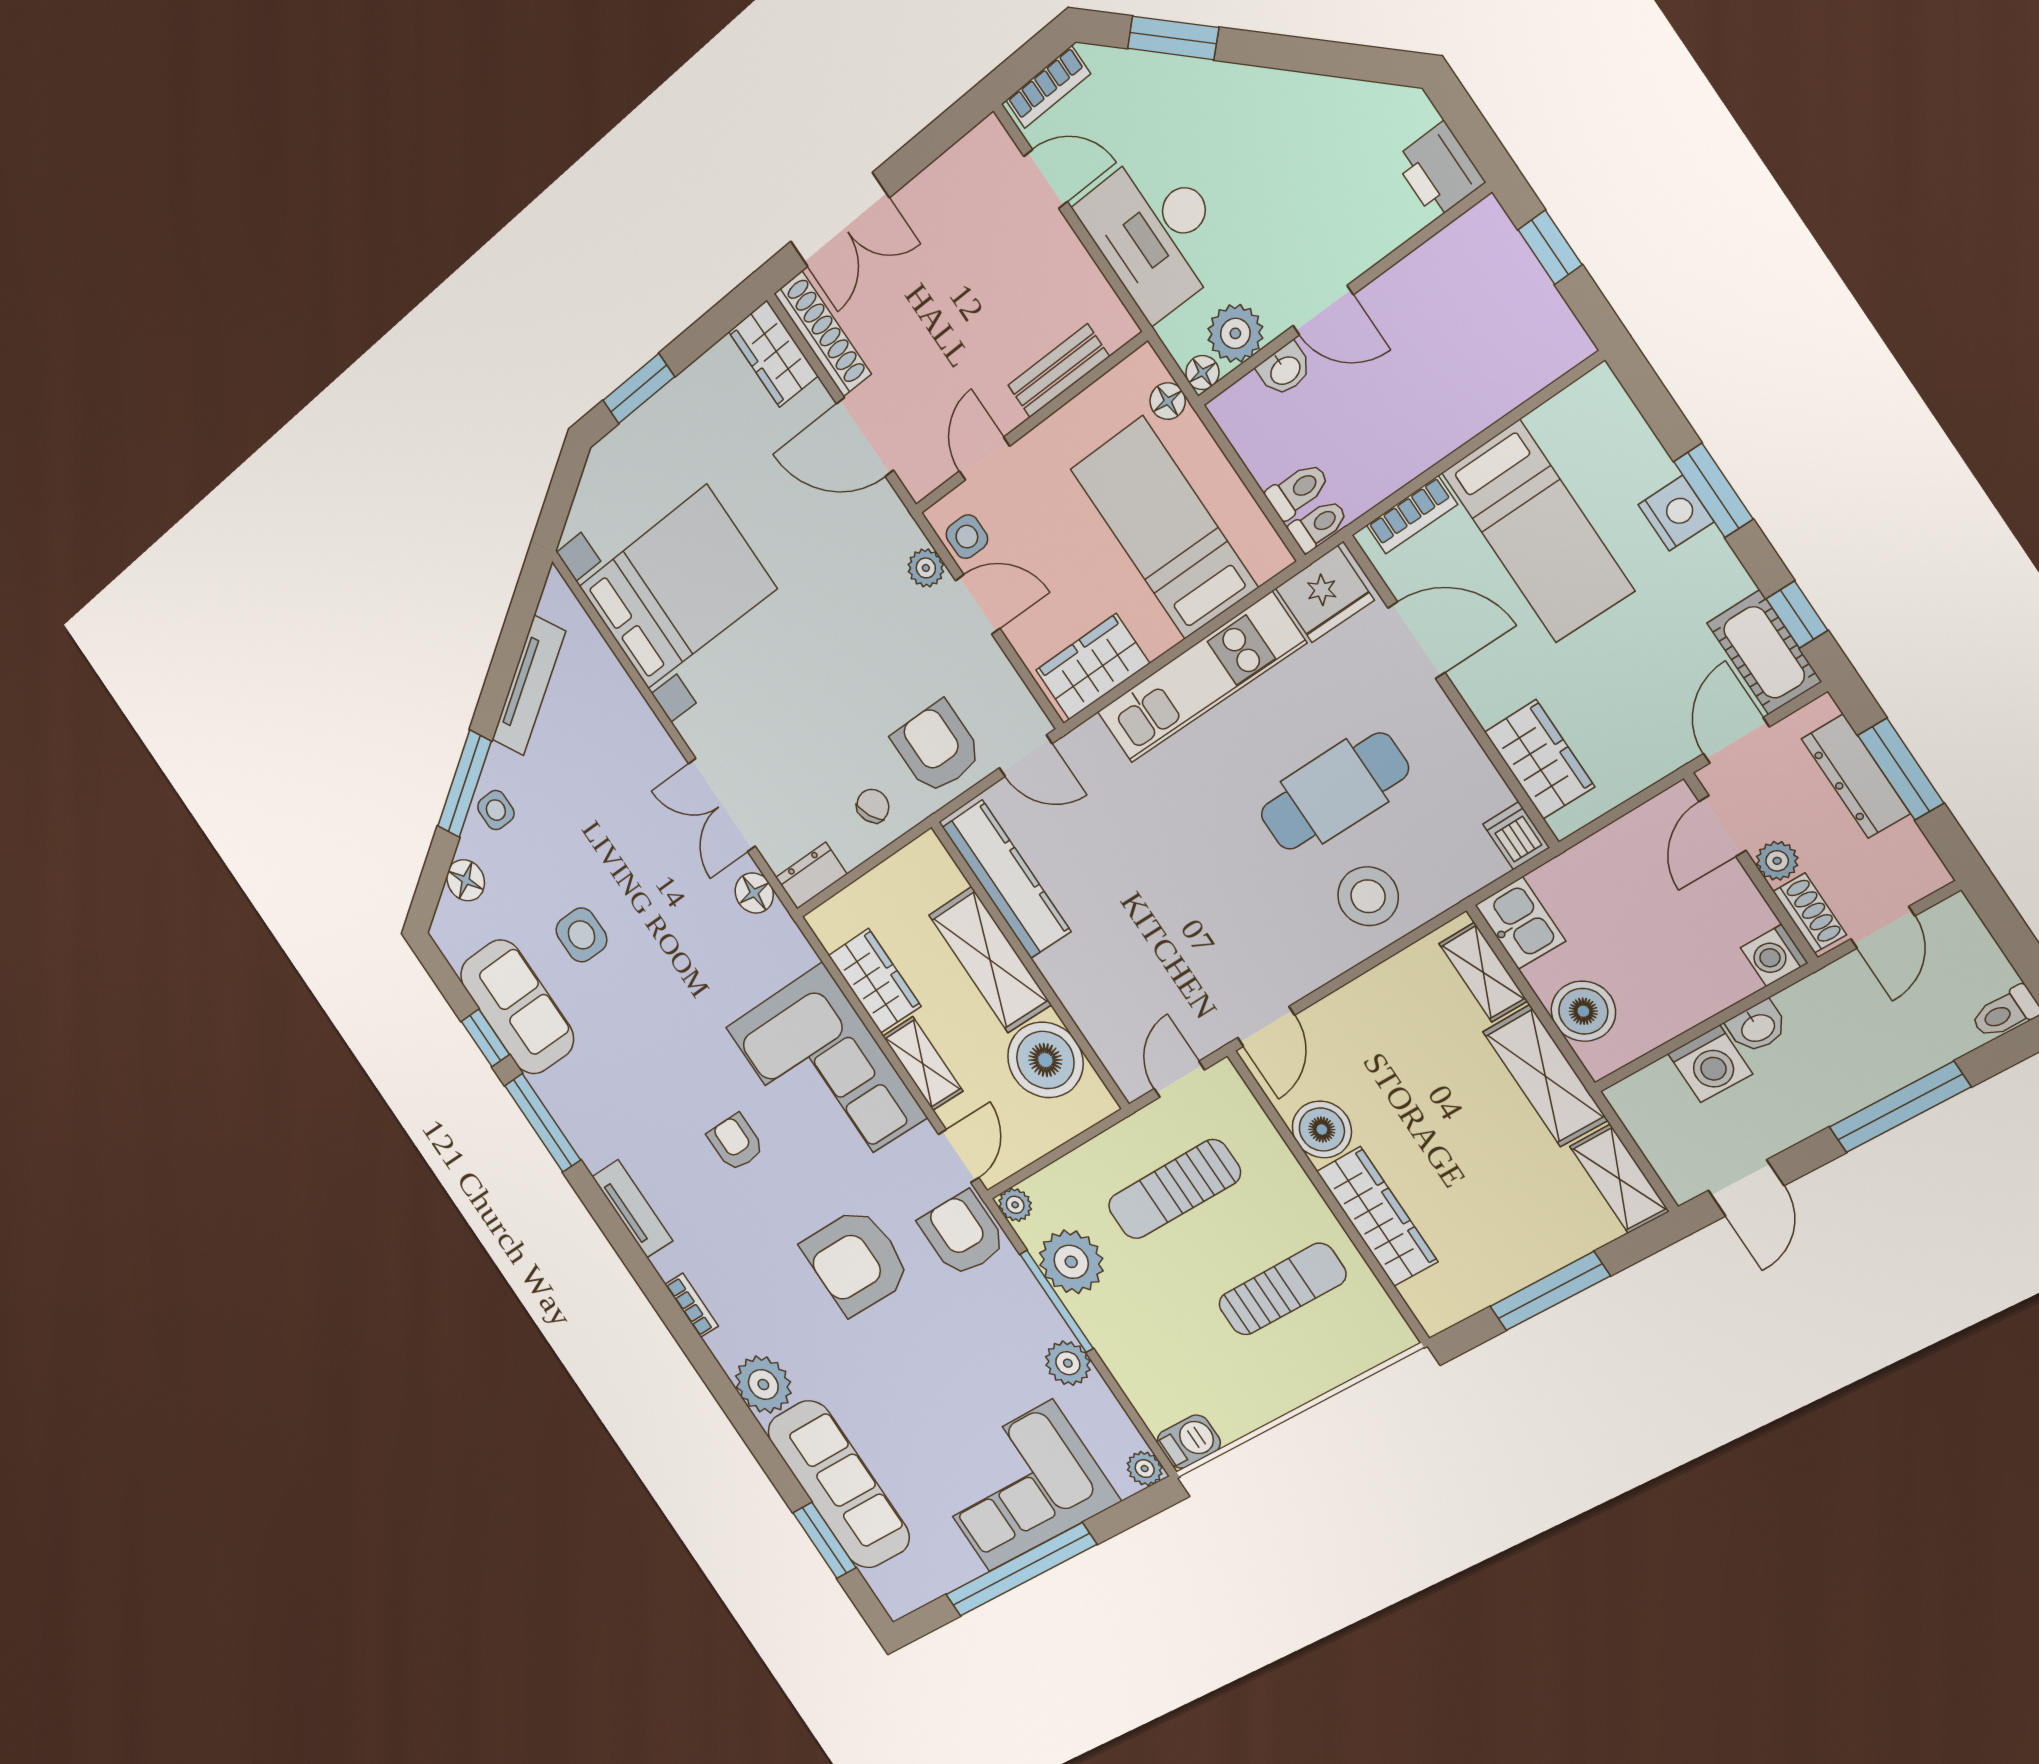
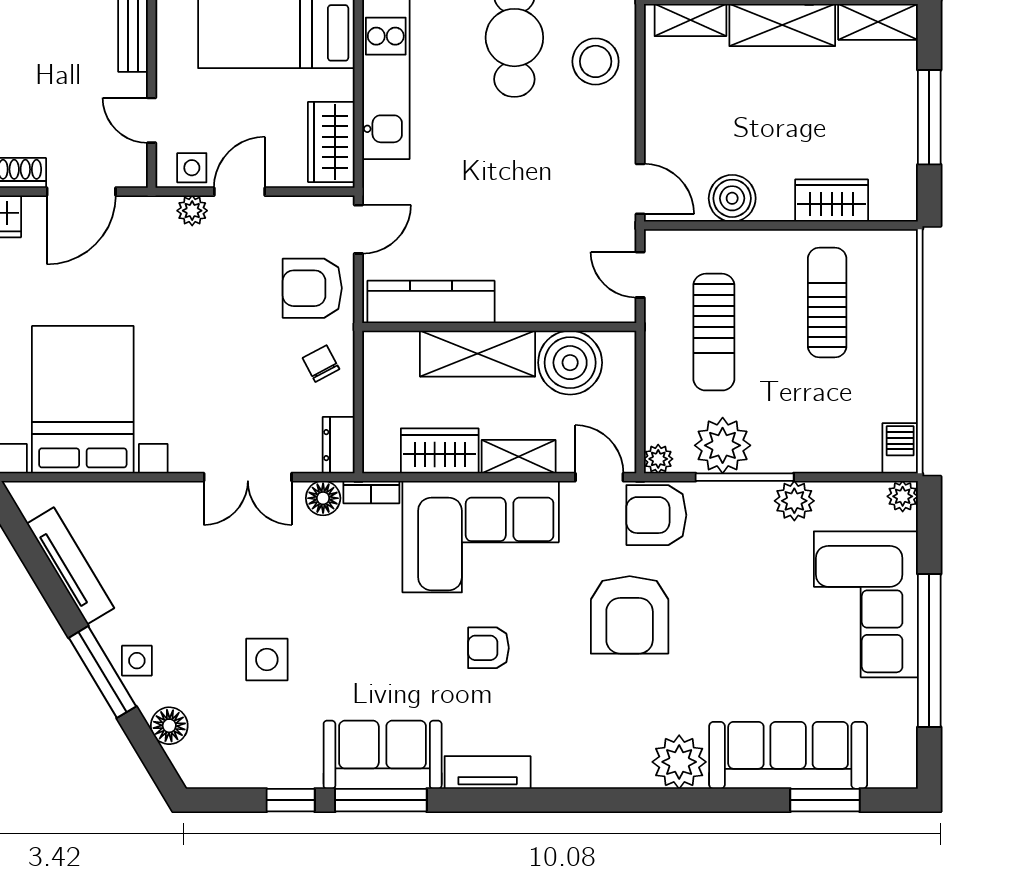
sofa: (517, 1007) -> (383, 755), moved
wardrobe: (1377, 1216) -> (832, 201), width x0.67
bookcase: (692, 1305) -> (371, 492), moved, turned 180

